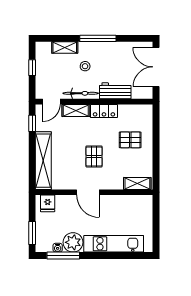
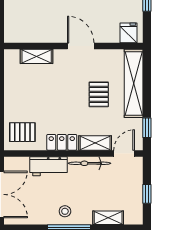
stool: (85, 66) -> (65, 211), moved
pallet: (130, 140) -> (22, 132), moved
pallet: (94, 156) -> (99, 94), moved
shelving: (137, 183) -> (37, 56), moved

